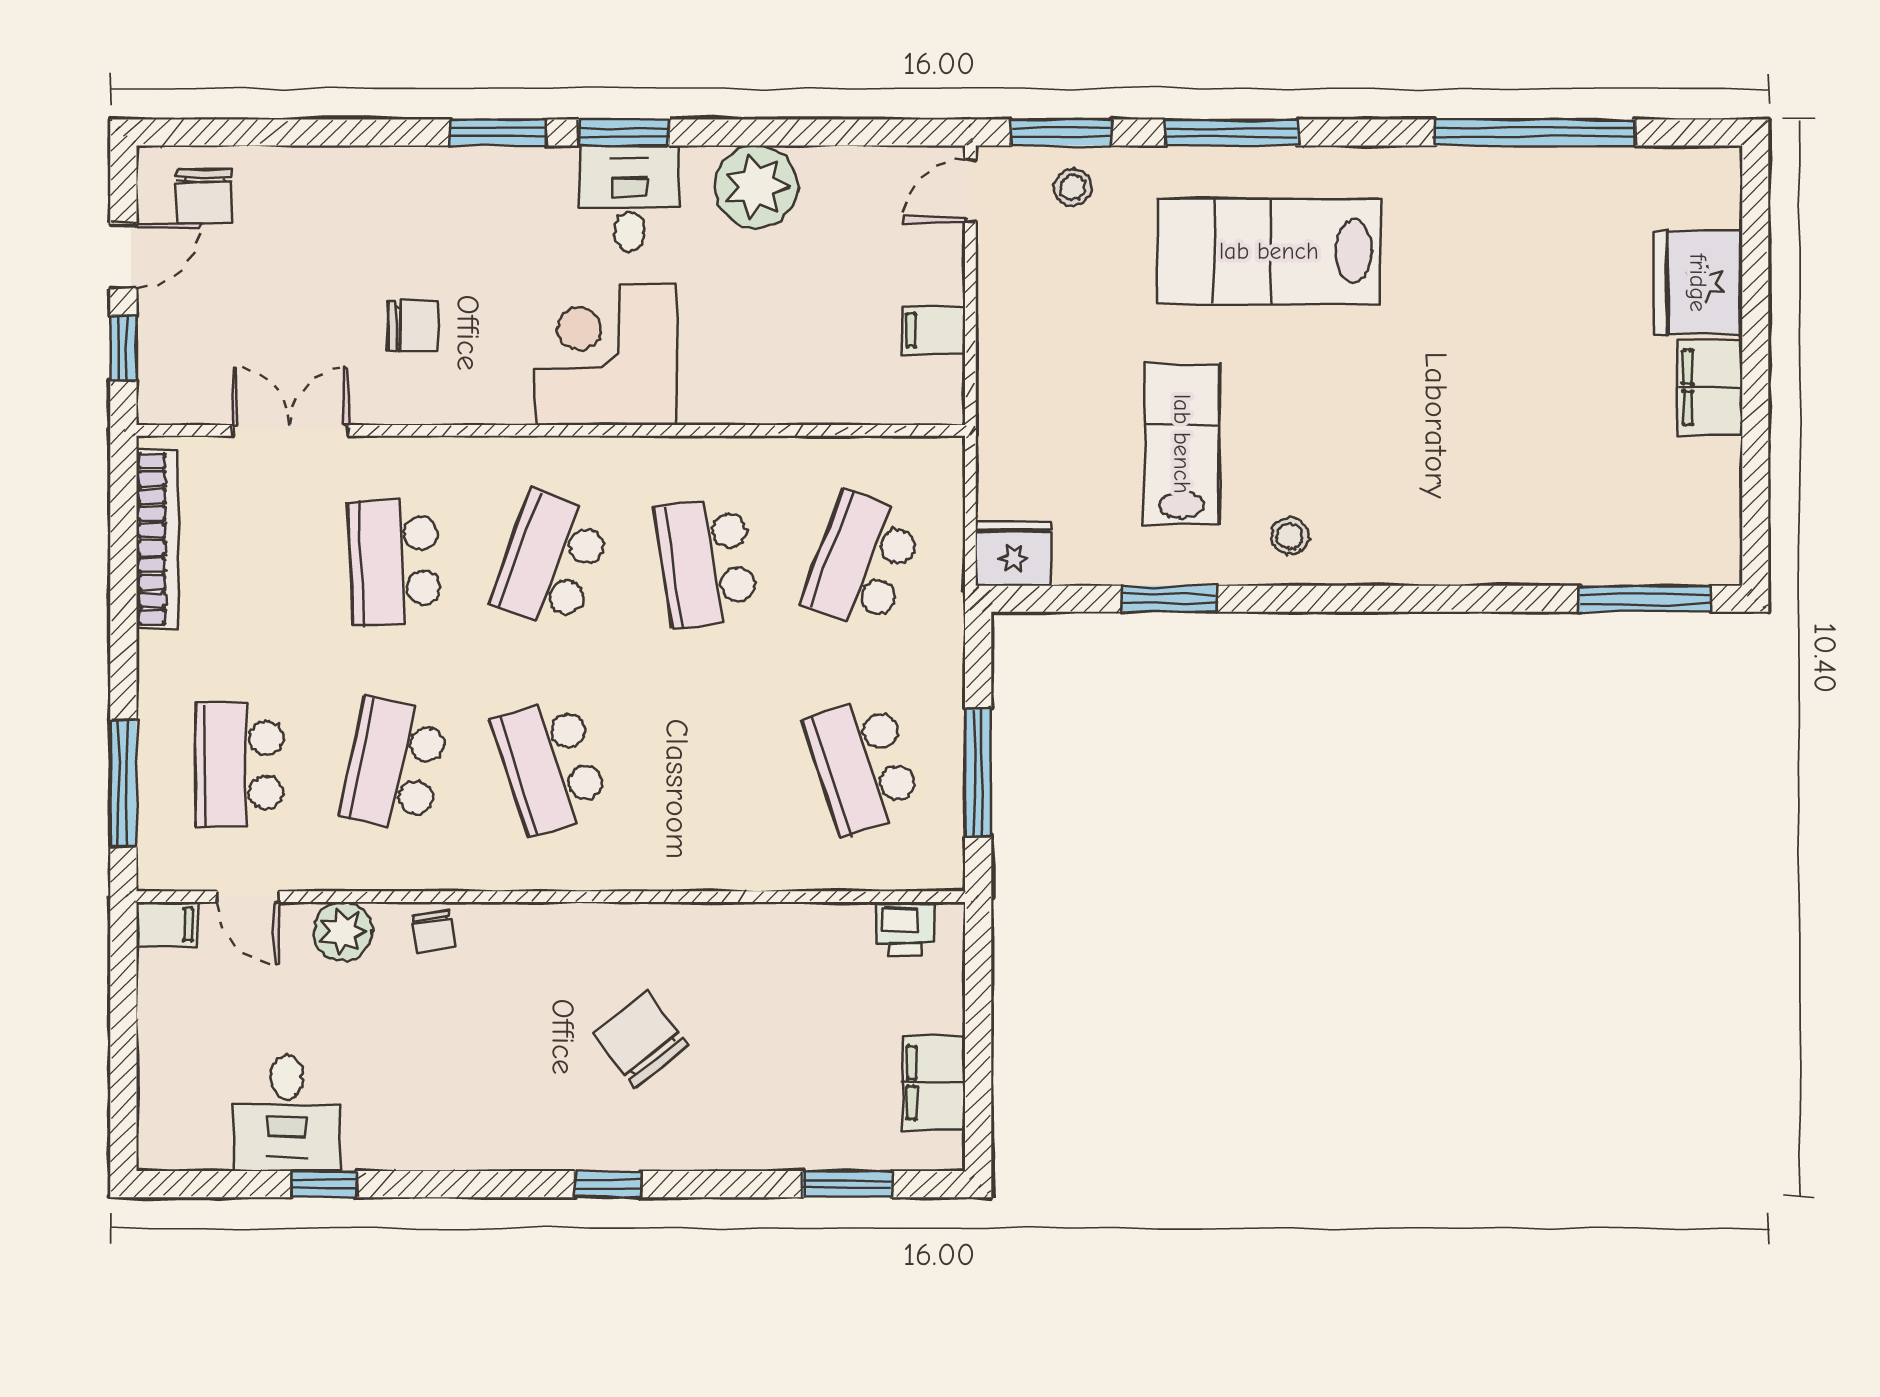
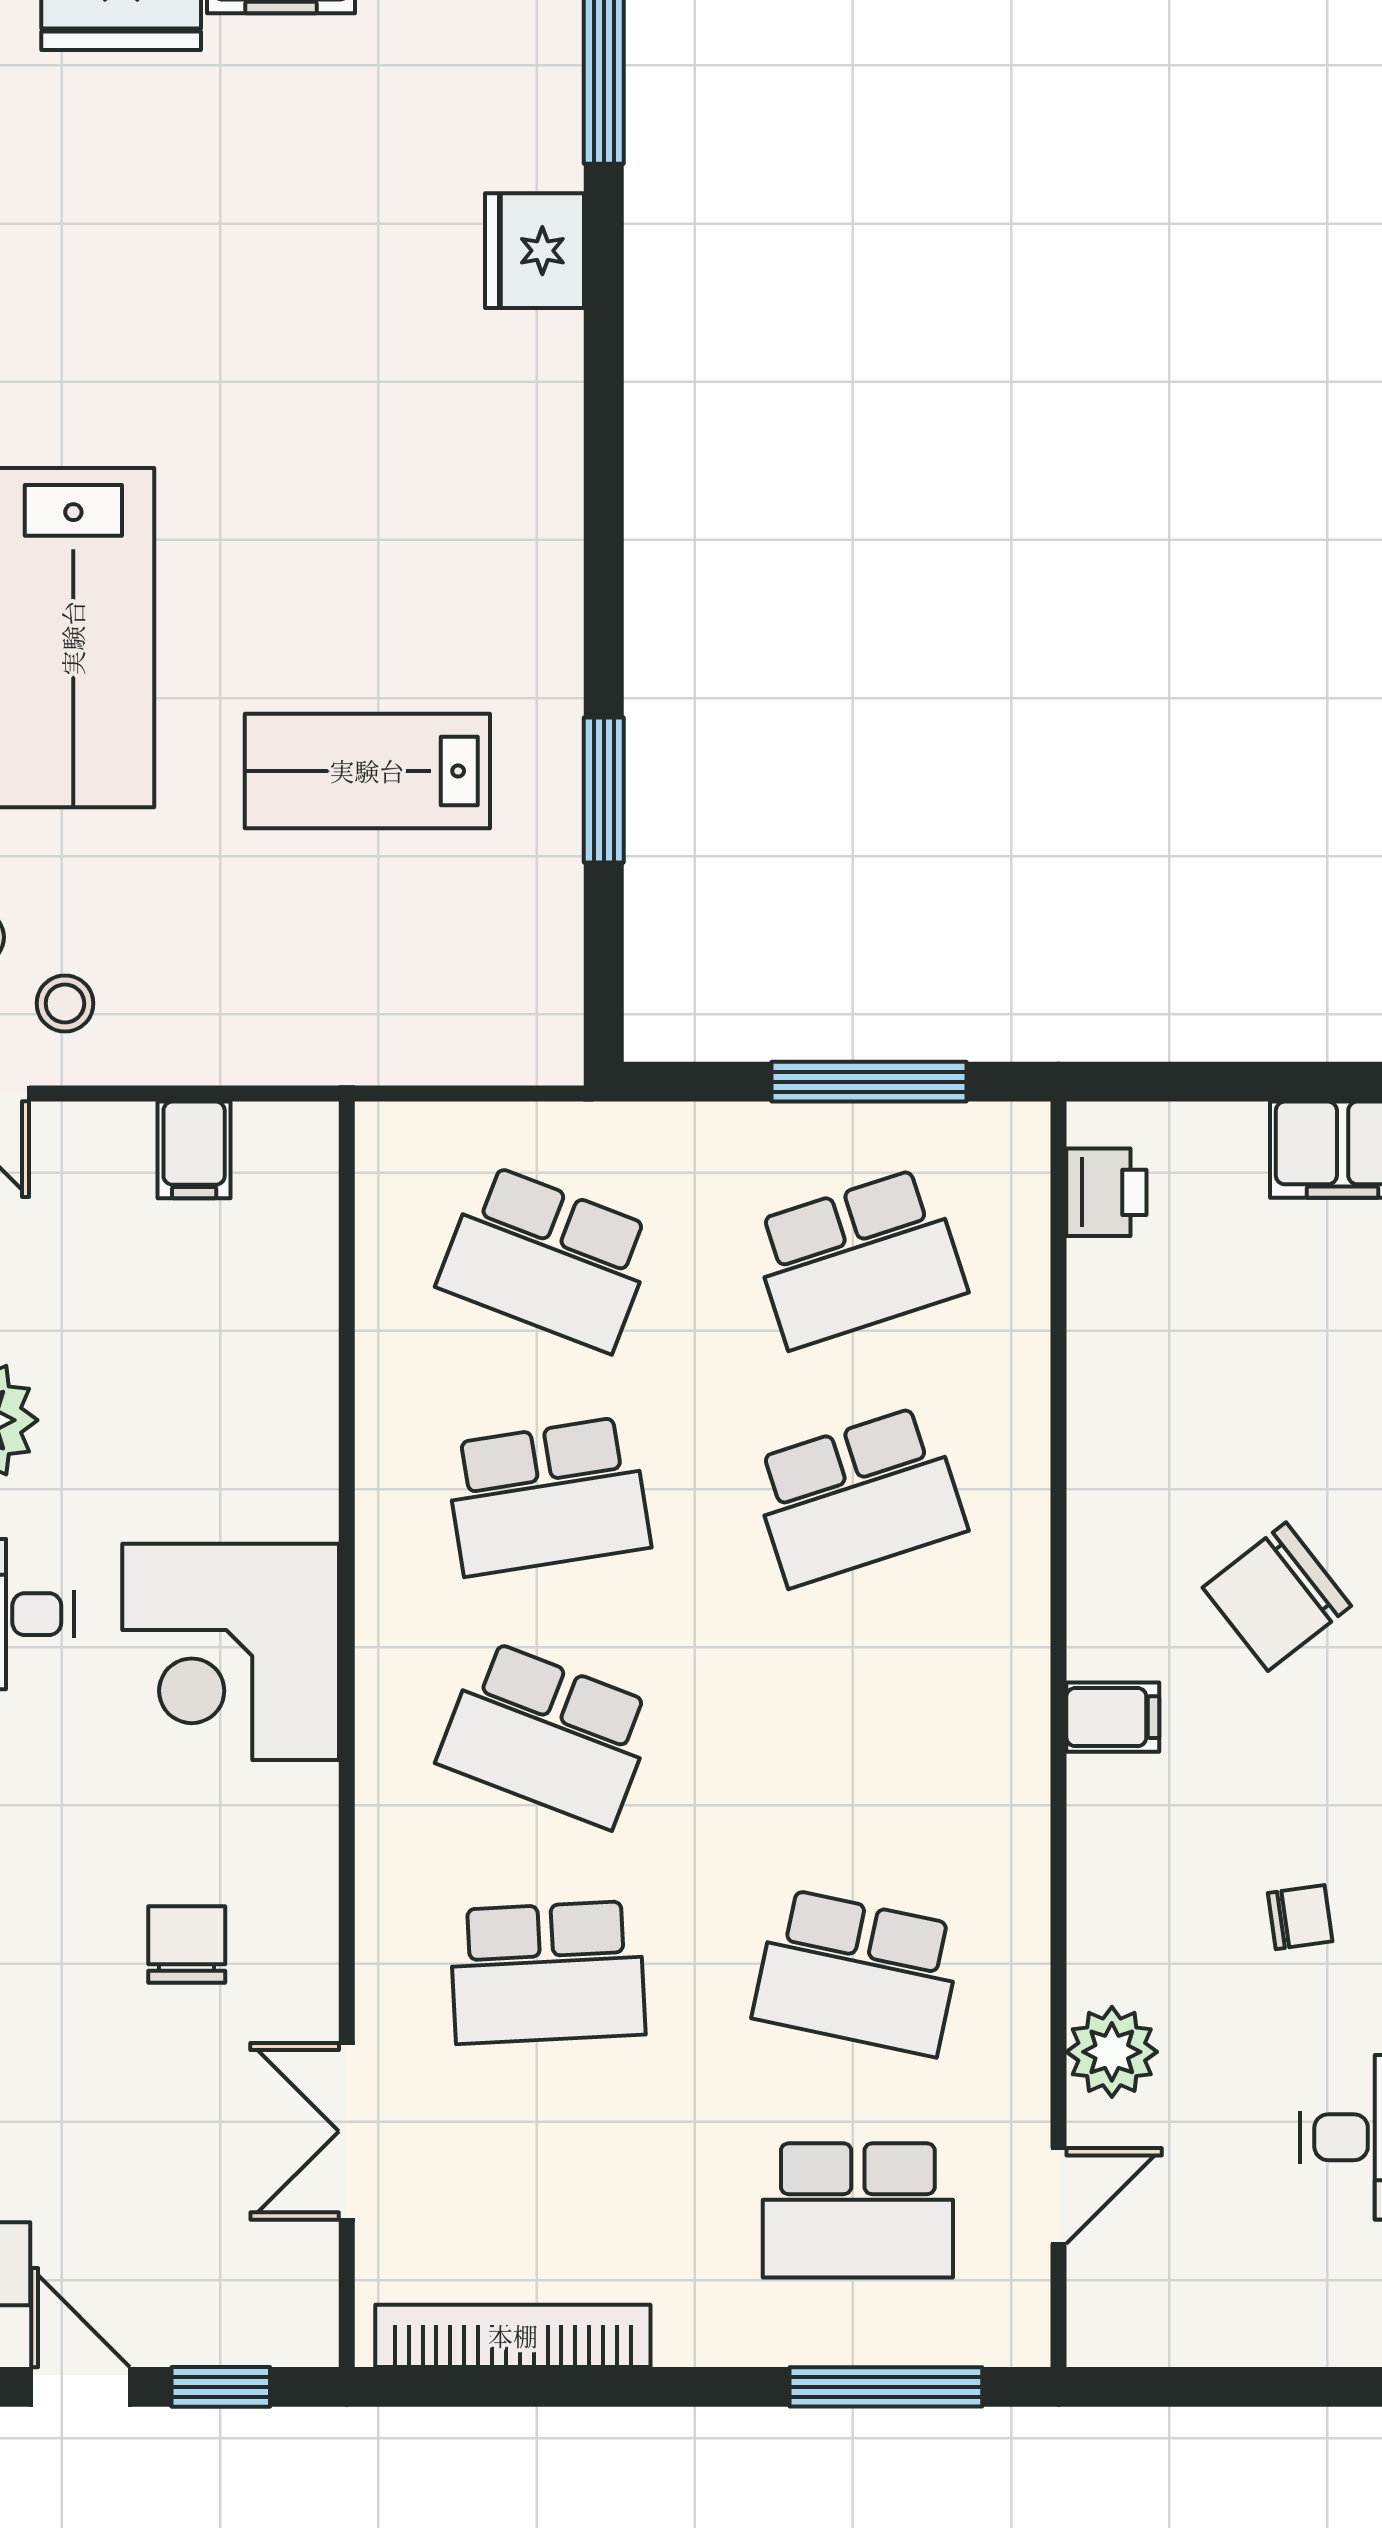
stool: (1290, 536) -> (65, 1003), moved
fridge: (1013, 553) -> (534, 251), moved
school desk: (551, 765) -> (858, 1496), moved
filing cabinet: (167, 925) -> (1113, 1717), moved, turned 90
chair: (433, 931) -> (1300, 1917), moved

